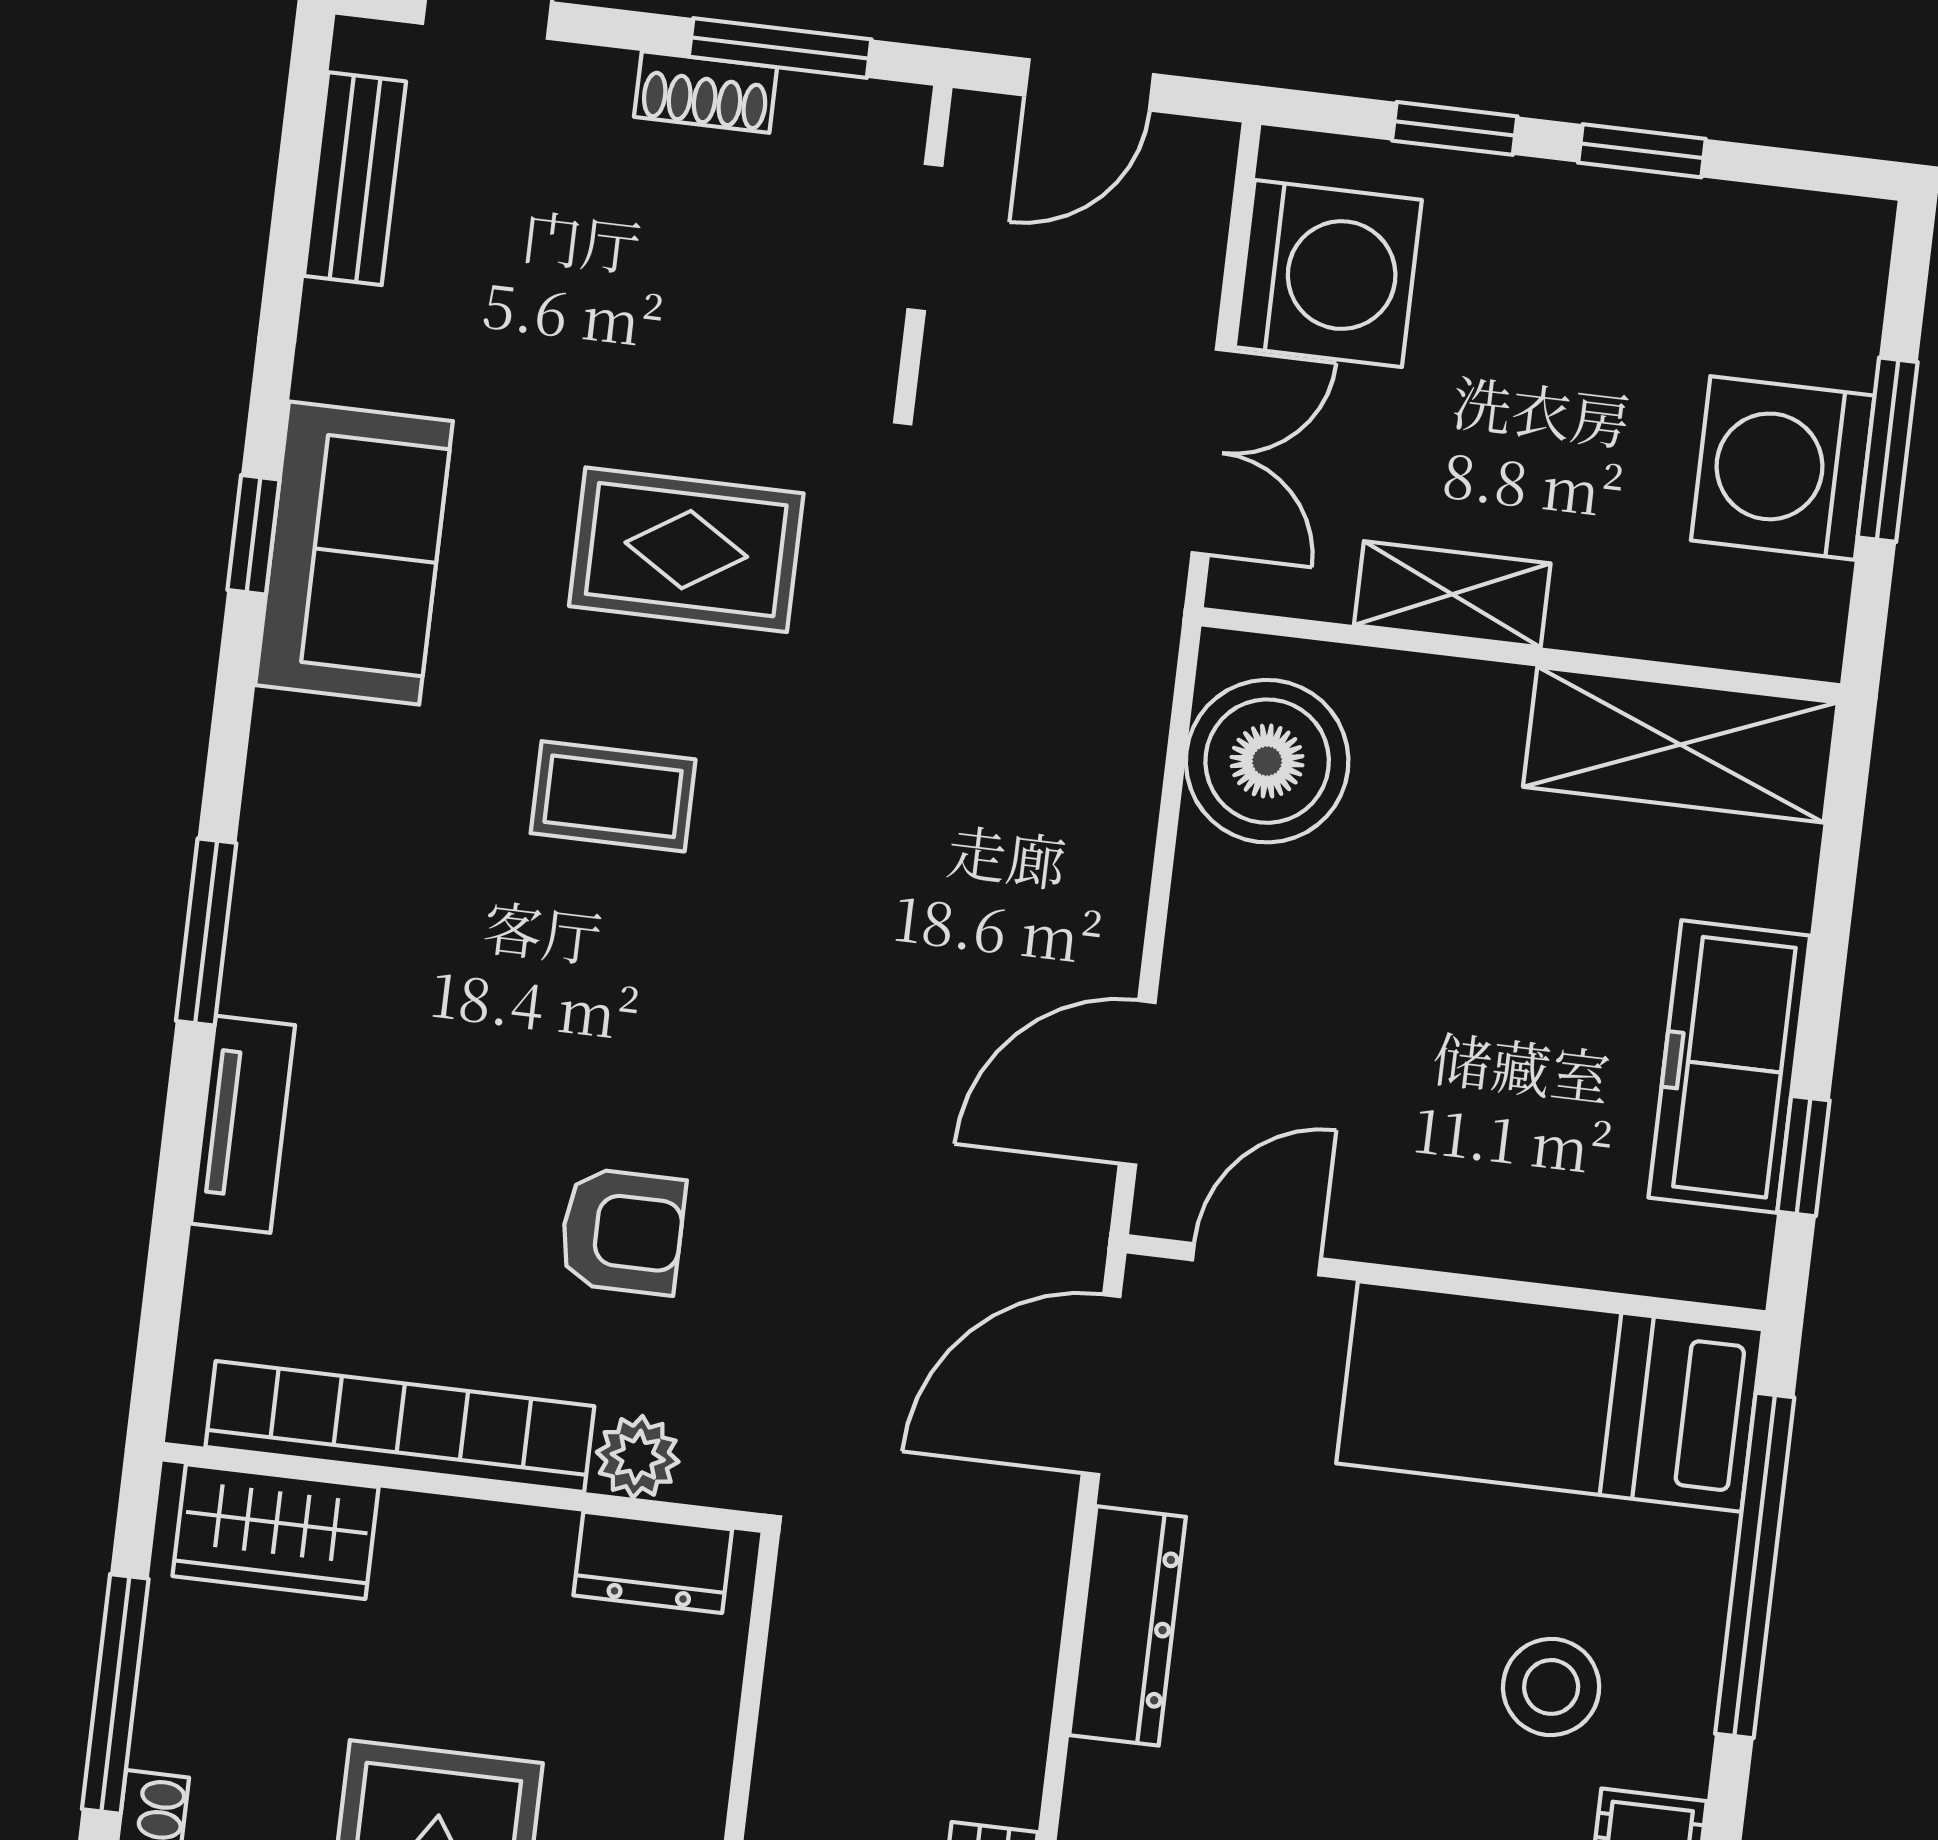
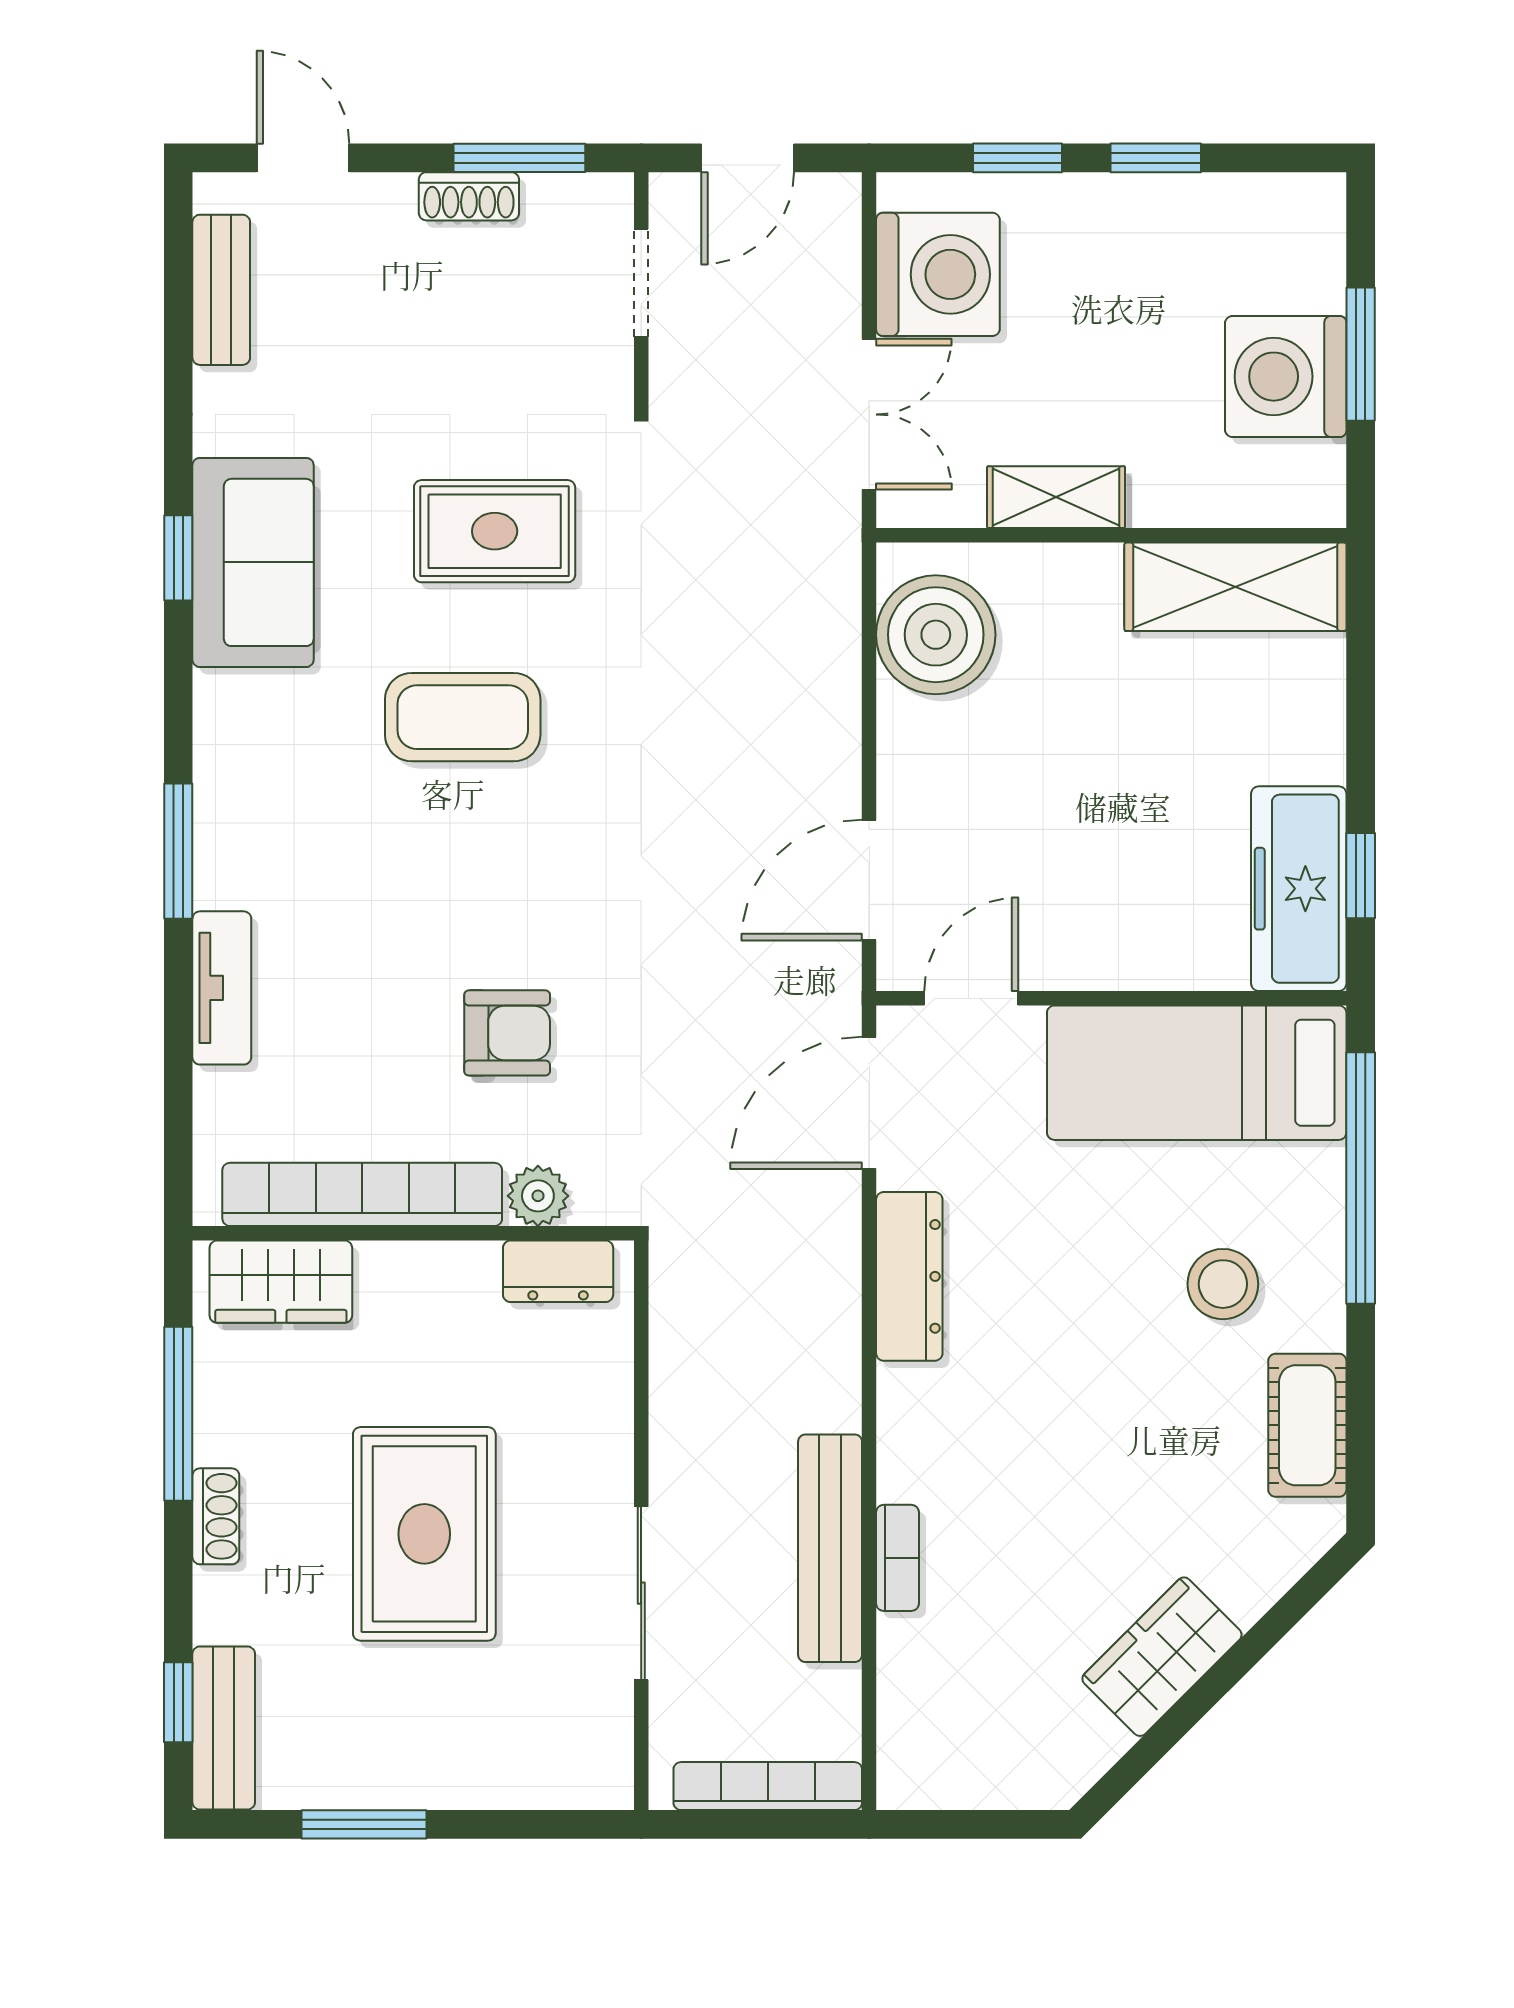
coffee table: (613, 796) -> (463, 717), width x1.36, depth x1.30
freezer: (1729, 1067) -> (1299, 889), moved

